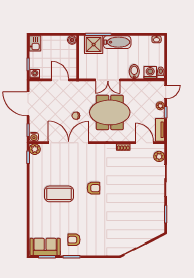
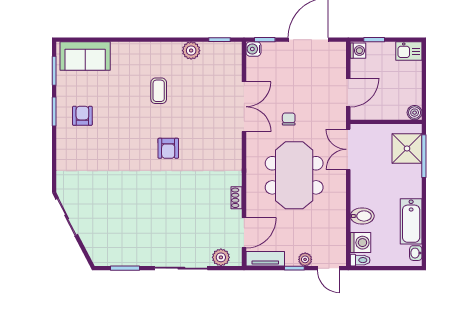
bathtub: (117, 42) -> (411, 221), moved
double door: (108, 80) -> (348, 149), moved
double door: (69, 143) -> (244, 107), width x0.73
plant: (35, 149) -> (191, 51), moved
coffee table: (59, 194) -> (159, 91), width x0.54, depth x0.58
sofa: (45, 247) -> (85, 56), moved, turned 90

